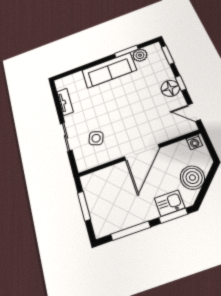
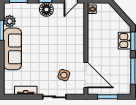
door: (142, 152) -> (86, 75), moved
boiler: (192, 178) -> (114, 20), removed

